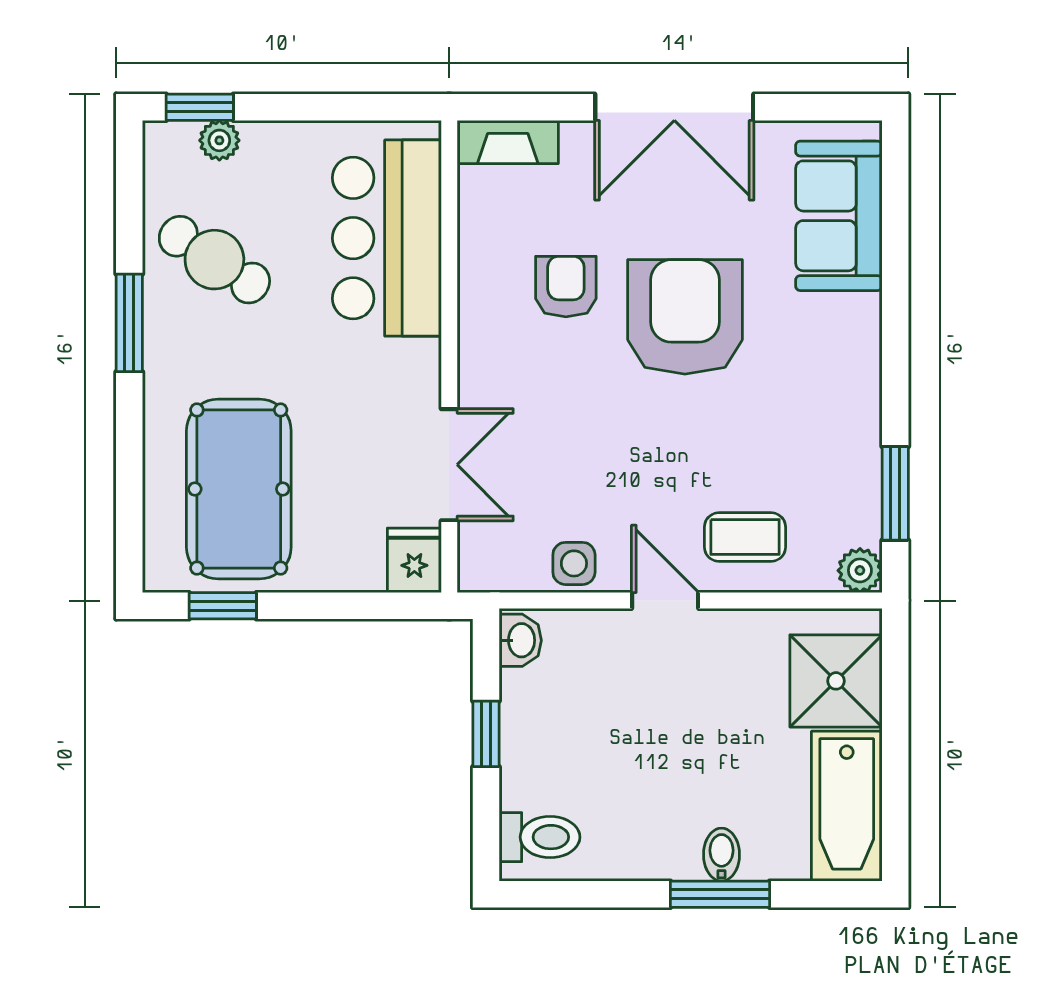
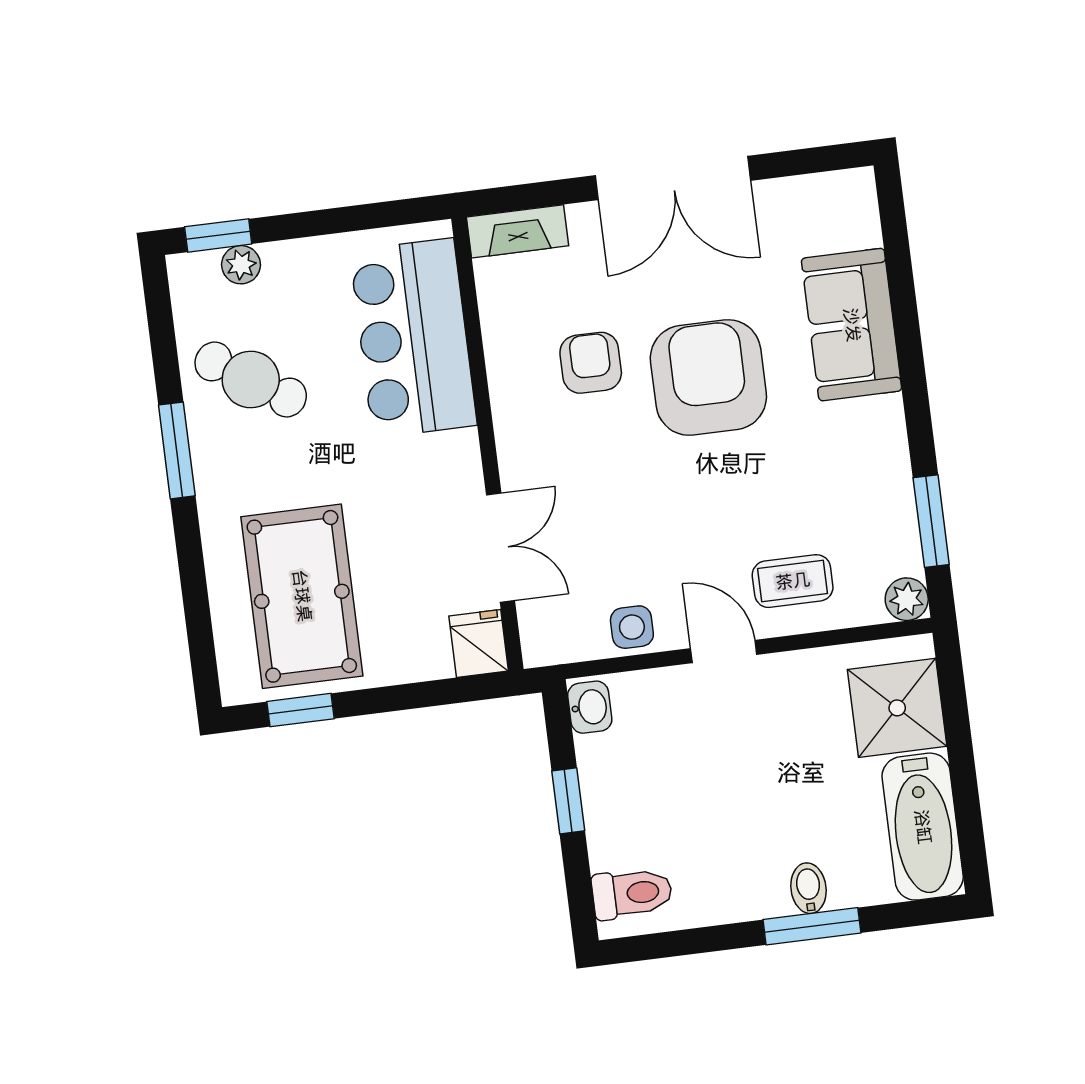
sofa: (839, 216) -> (852, 325), moved

